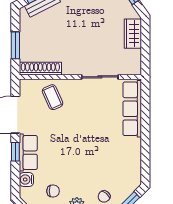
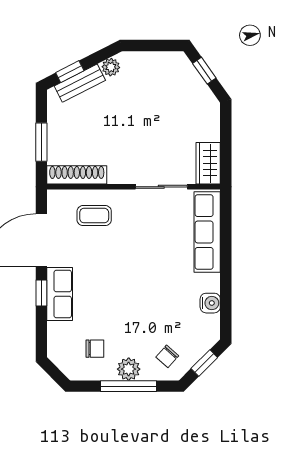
wardrobe: (133, 34) -> (208, 163), moved
coffee table: (53, 97) -> (94, 216), turned -66
water cooler: (26, 180) -> (210, 303), moved, turned 180

